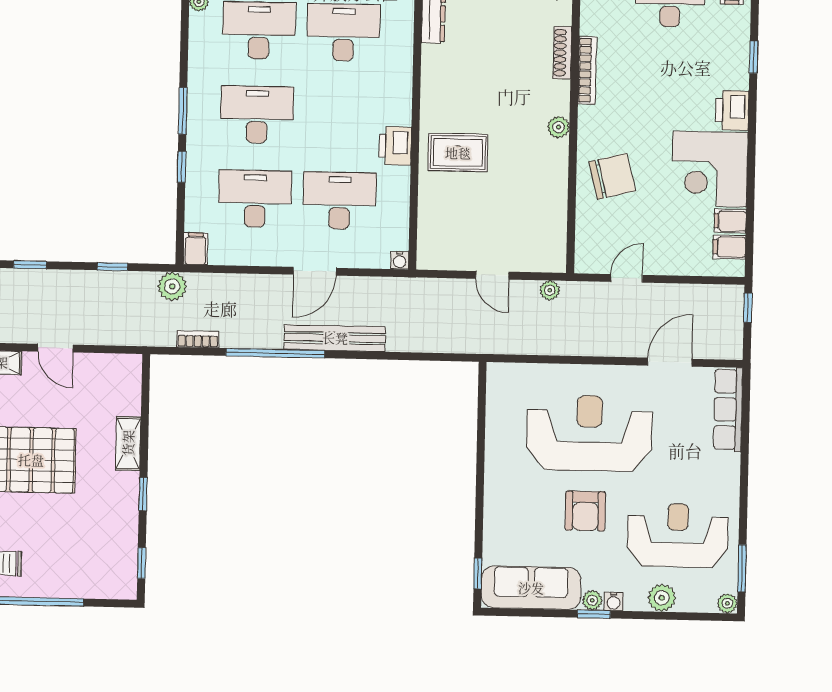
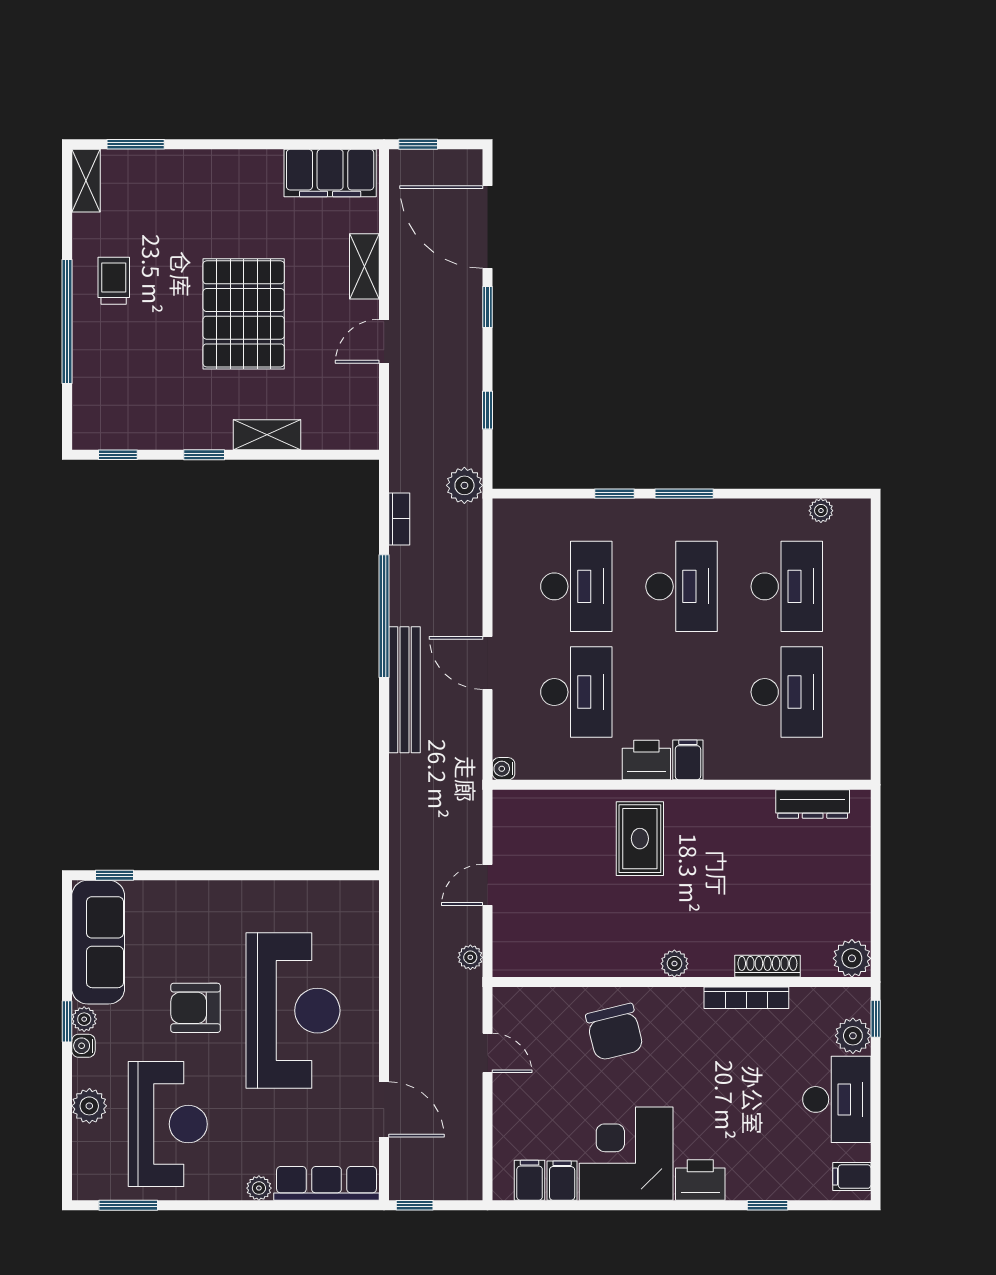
filing cabinet: (196, 249) -> (688, 760), moved, turned -90
window: (748, 308) -> (415, 1205), moved
plant: (727, 603) -> (259, 1188), moved

